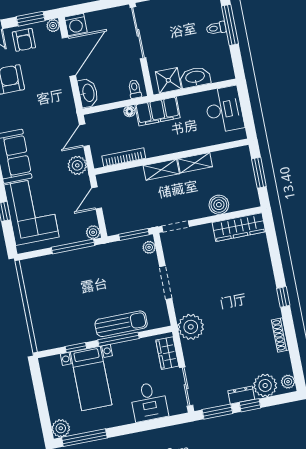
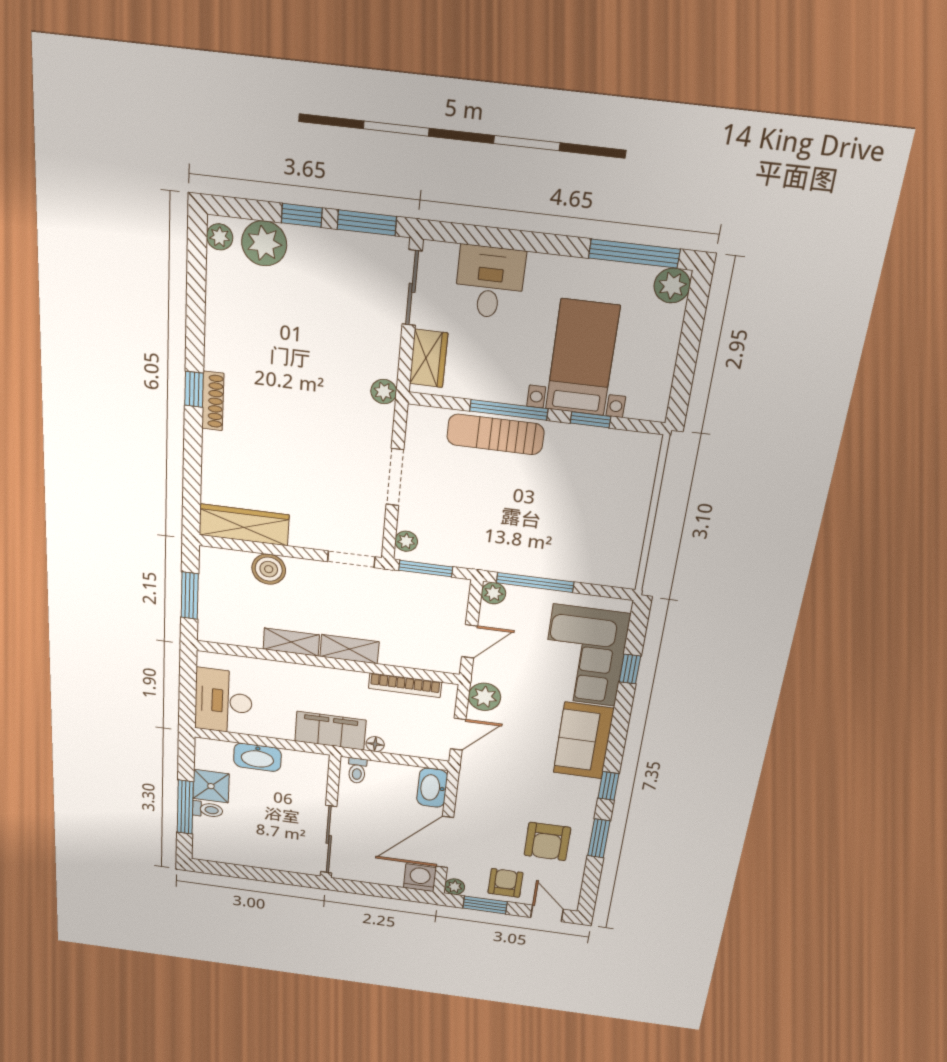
shower: (168, 80) -> (211, 786), moved
plant: (191, 327) -> (384, 392), width x0.53, depth x0.53
shoe rack: (280, 335) -> (213, 401), moved
dresser: (241, 395) -> (313, 240), removed

